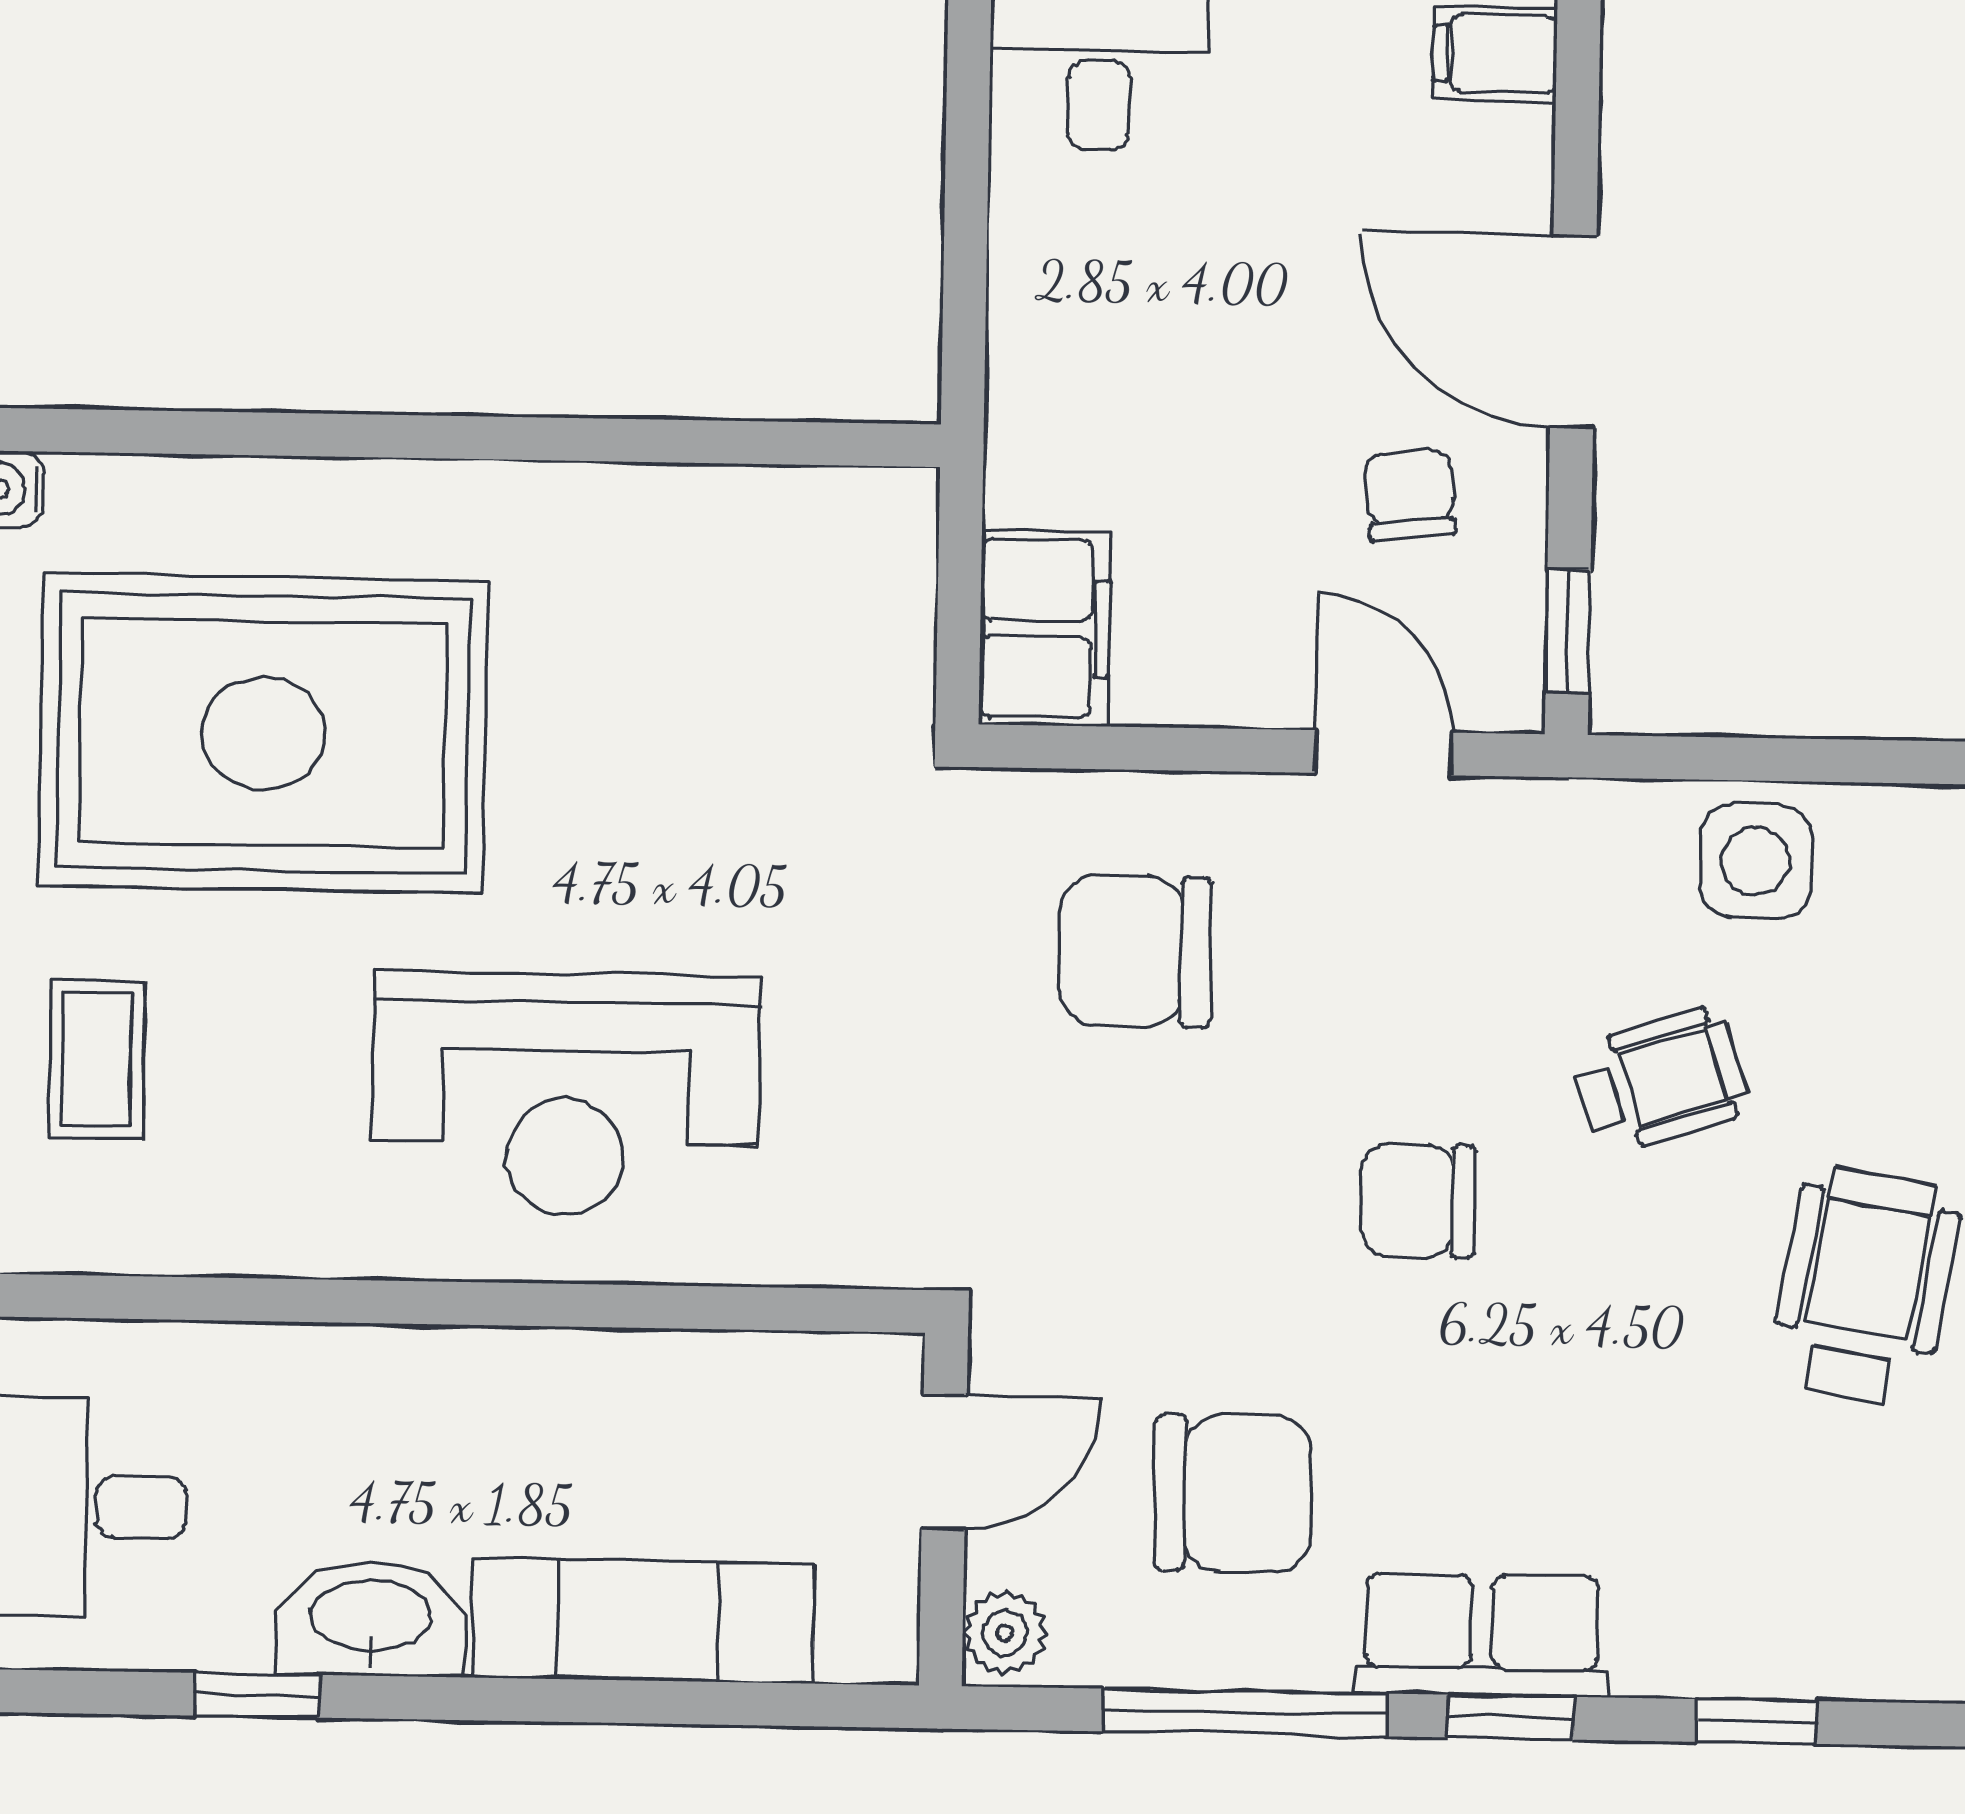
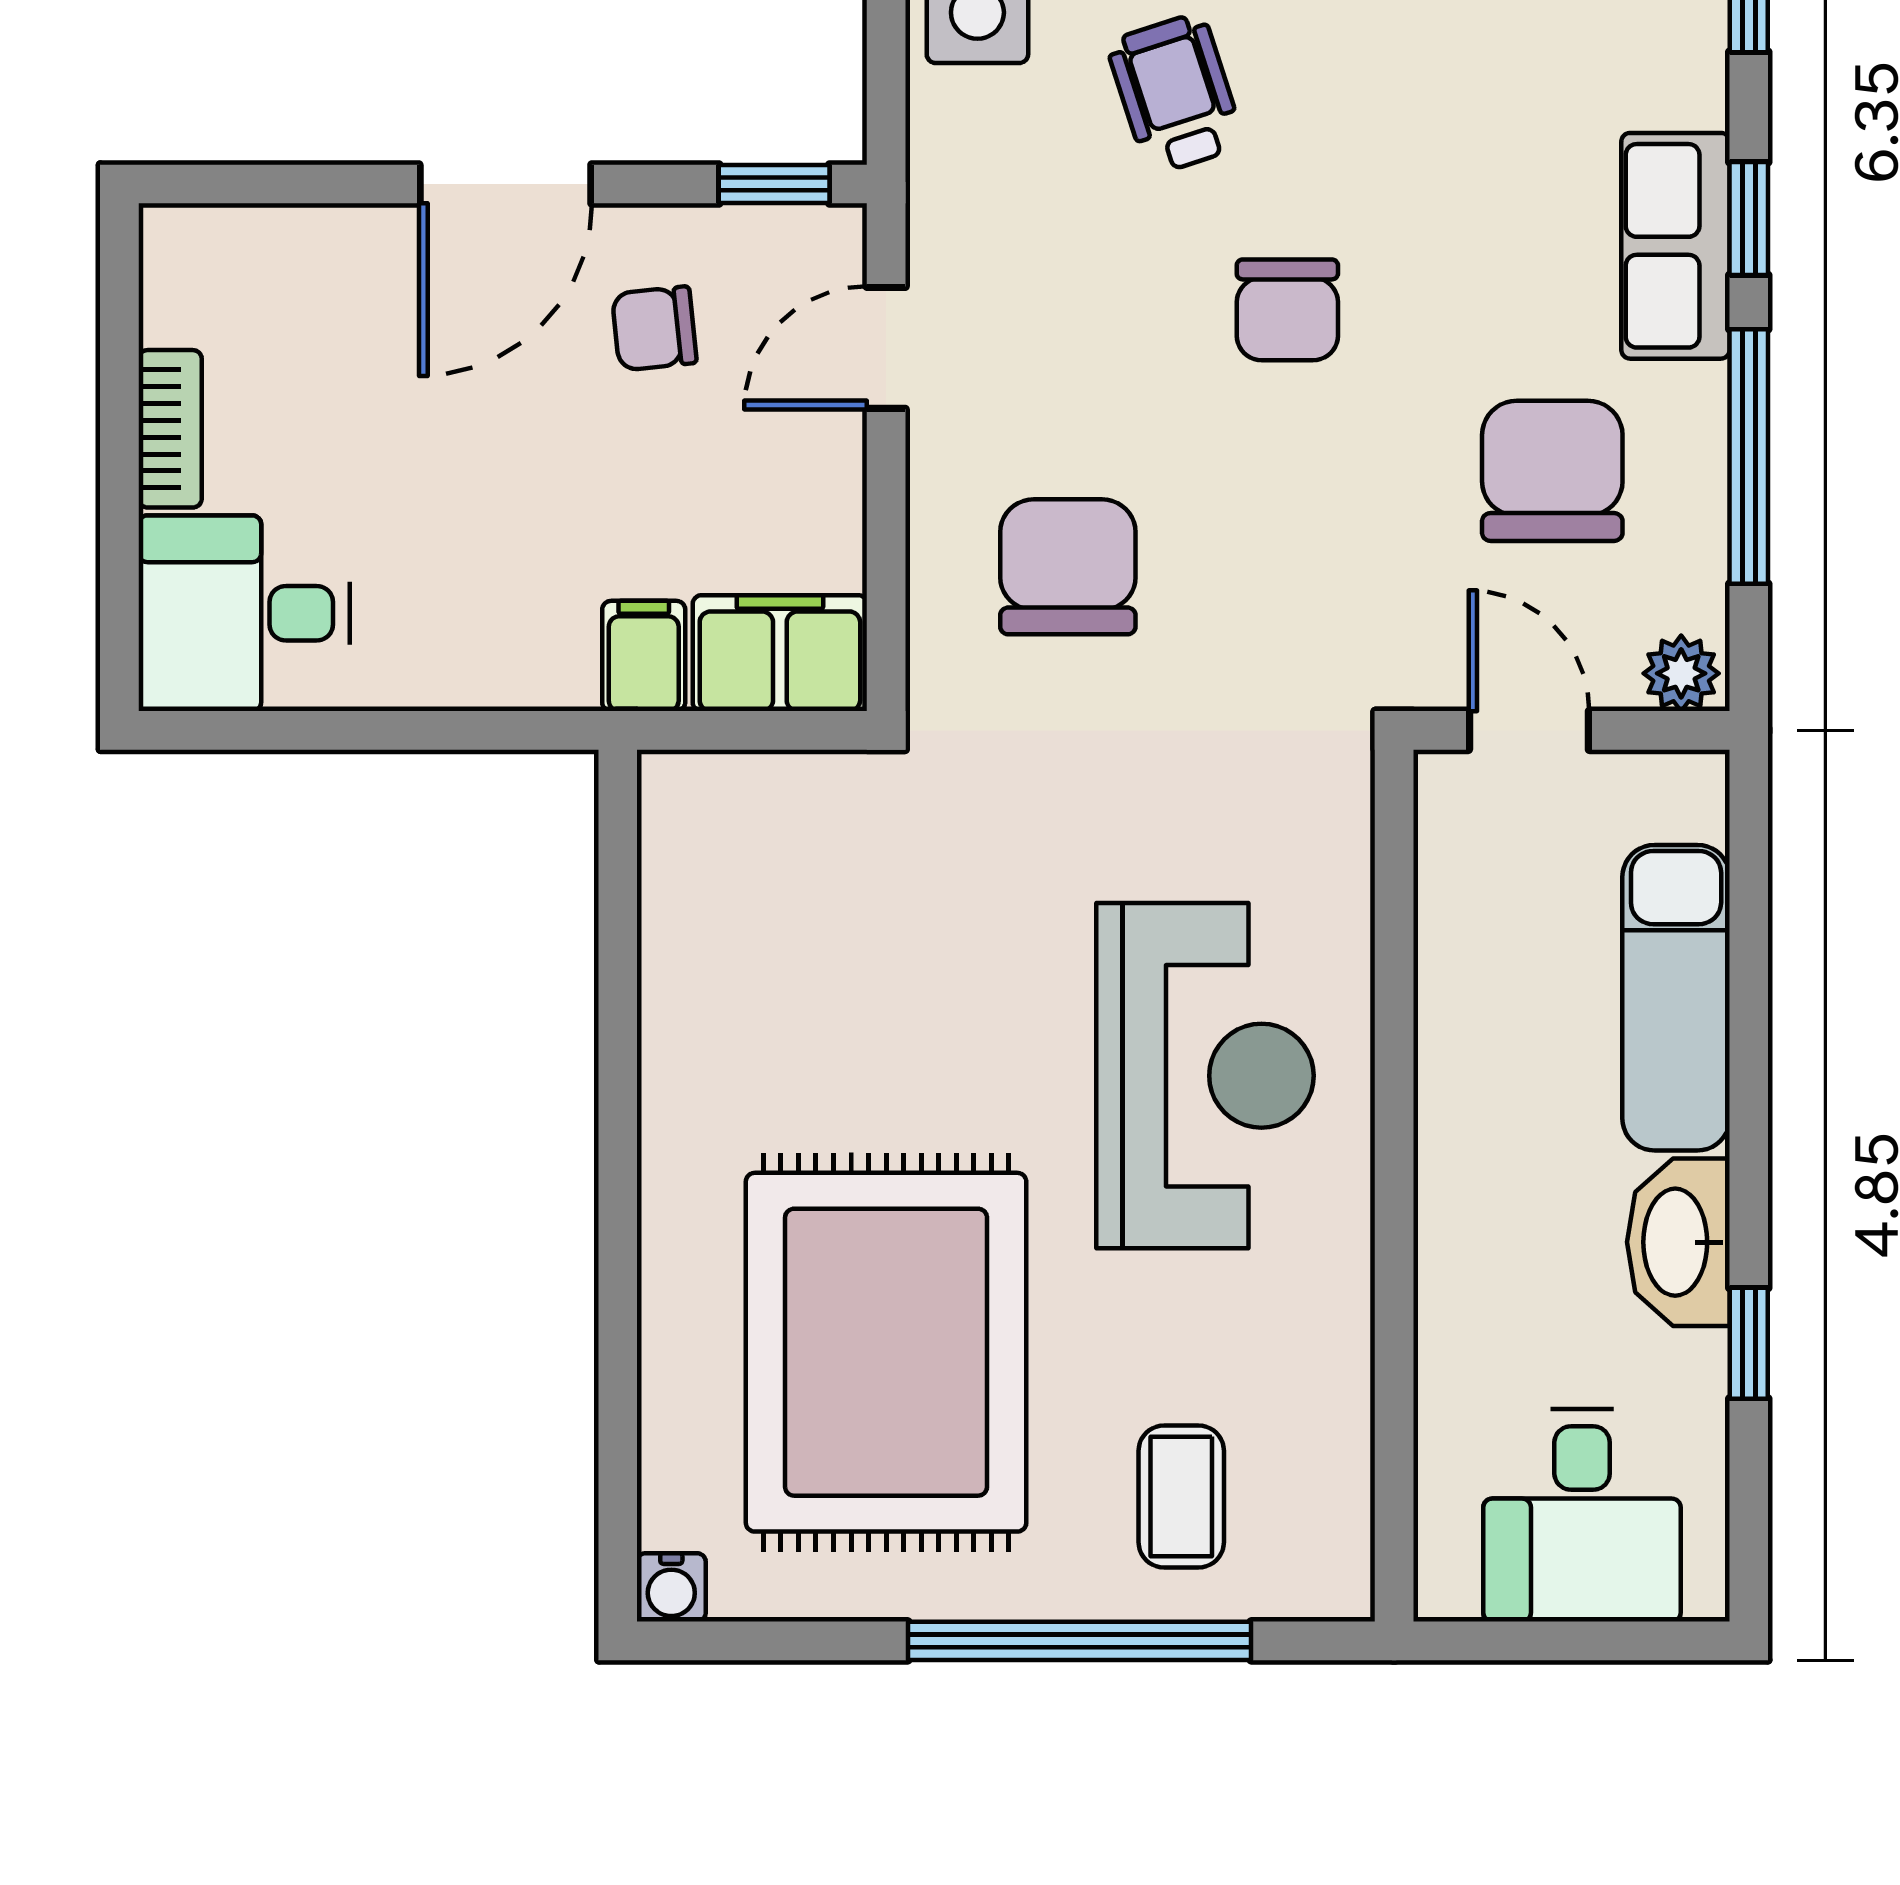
filing cabinet: (1495, 54) -> (644, 656), moved, turned 180
chair: (1136, 951) -> (1068, 567), turned 180
coffee table: (97, 1059) -> (1181, 1496), turned 90

